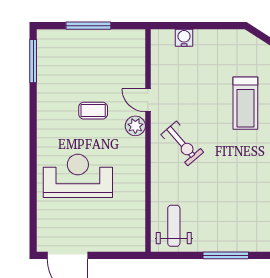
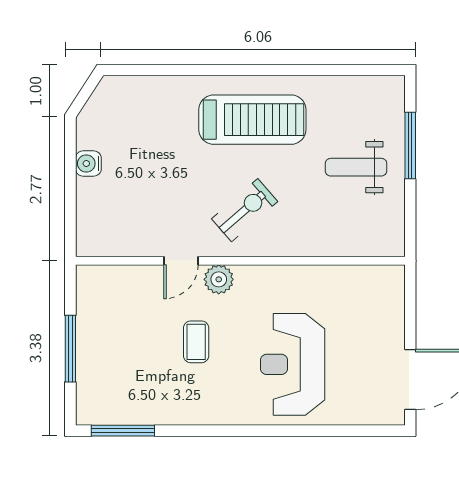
water cooler: (184, 38) -> (88, 164), moved
treadmill: (245, 103) -> (252, 120), moved, width x1.37, depth x1.38
weight bench: (174, 226) -> (356, 167), moved

